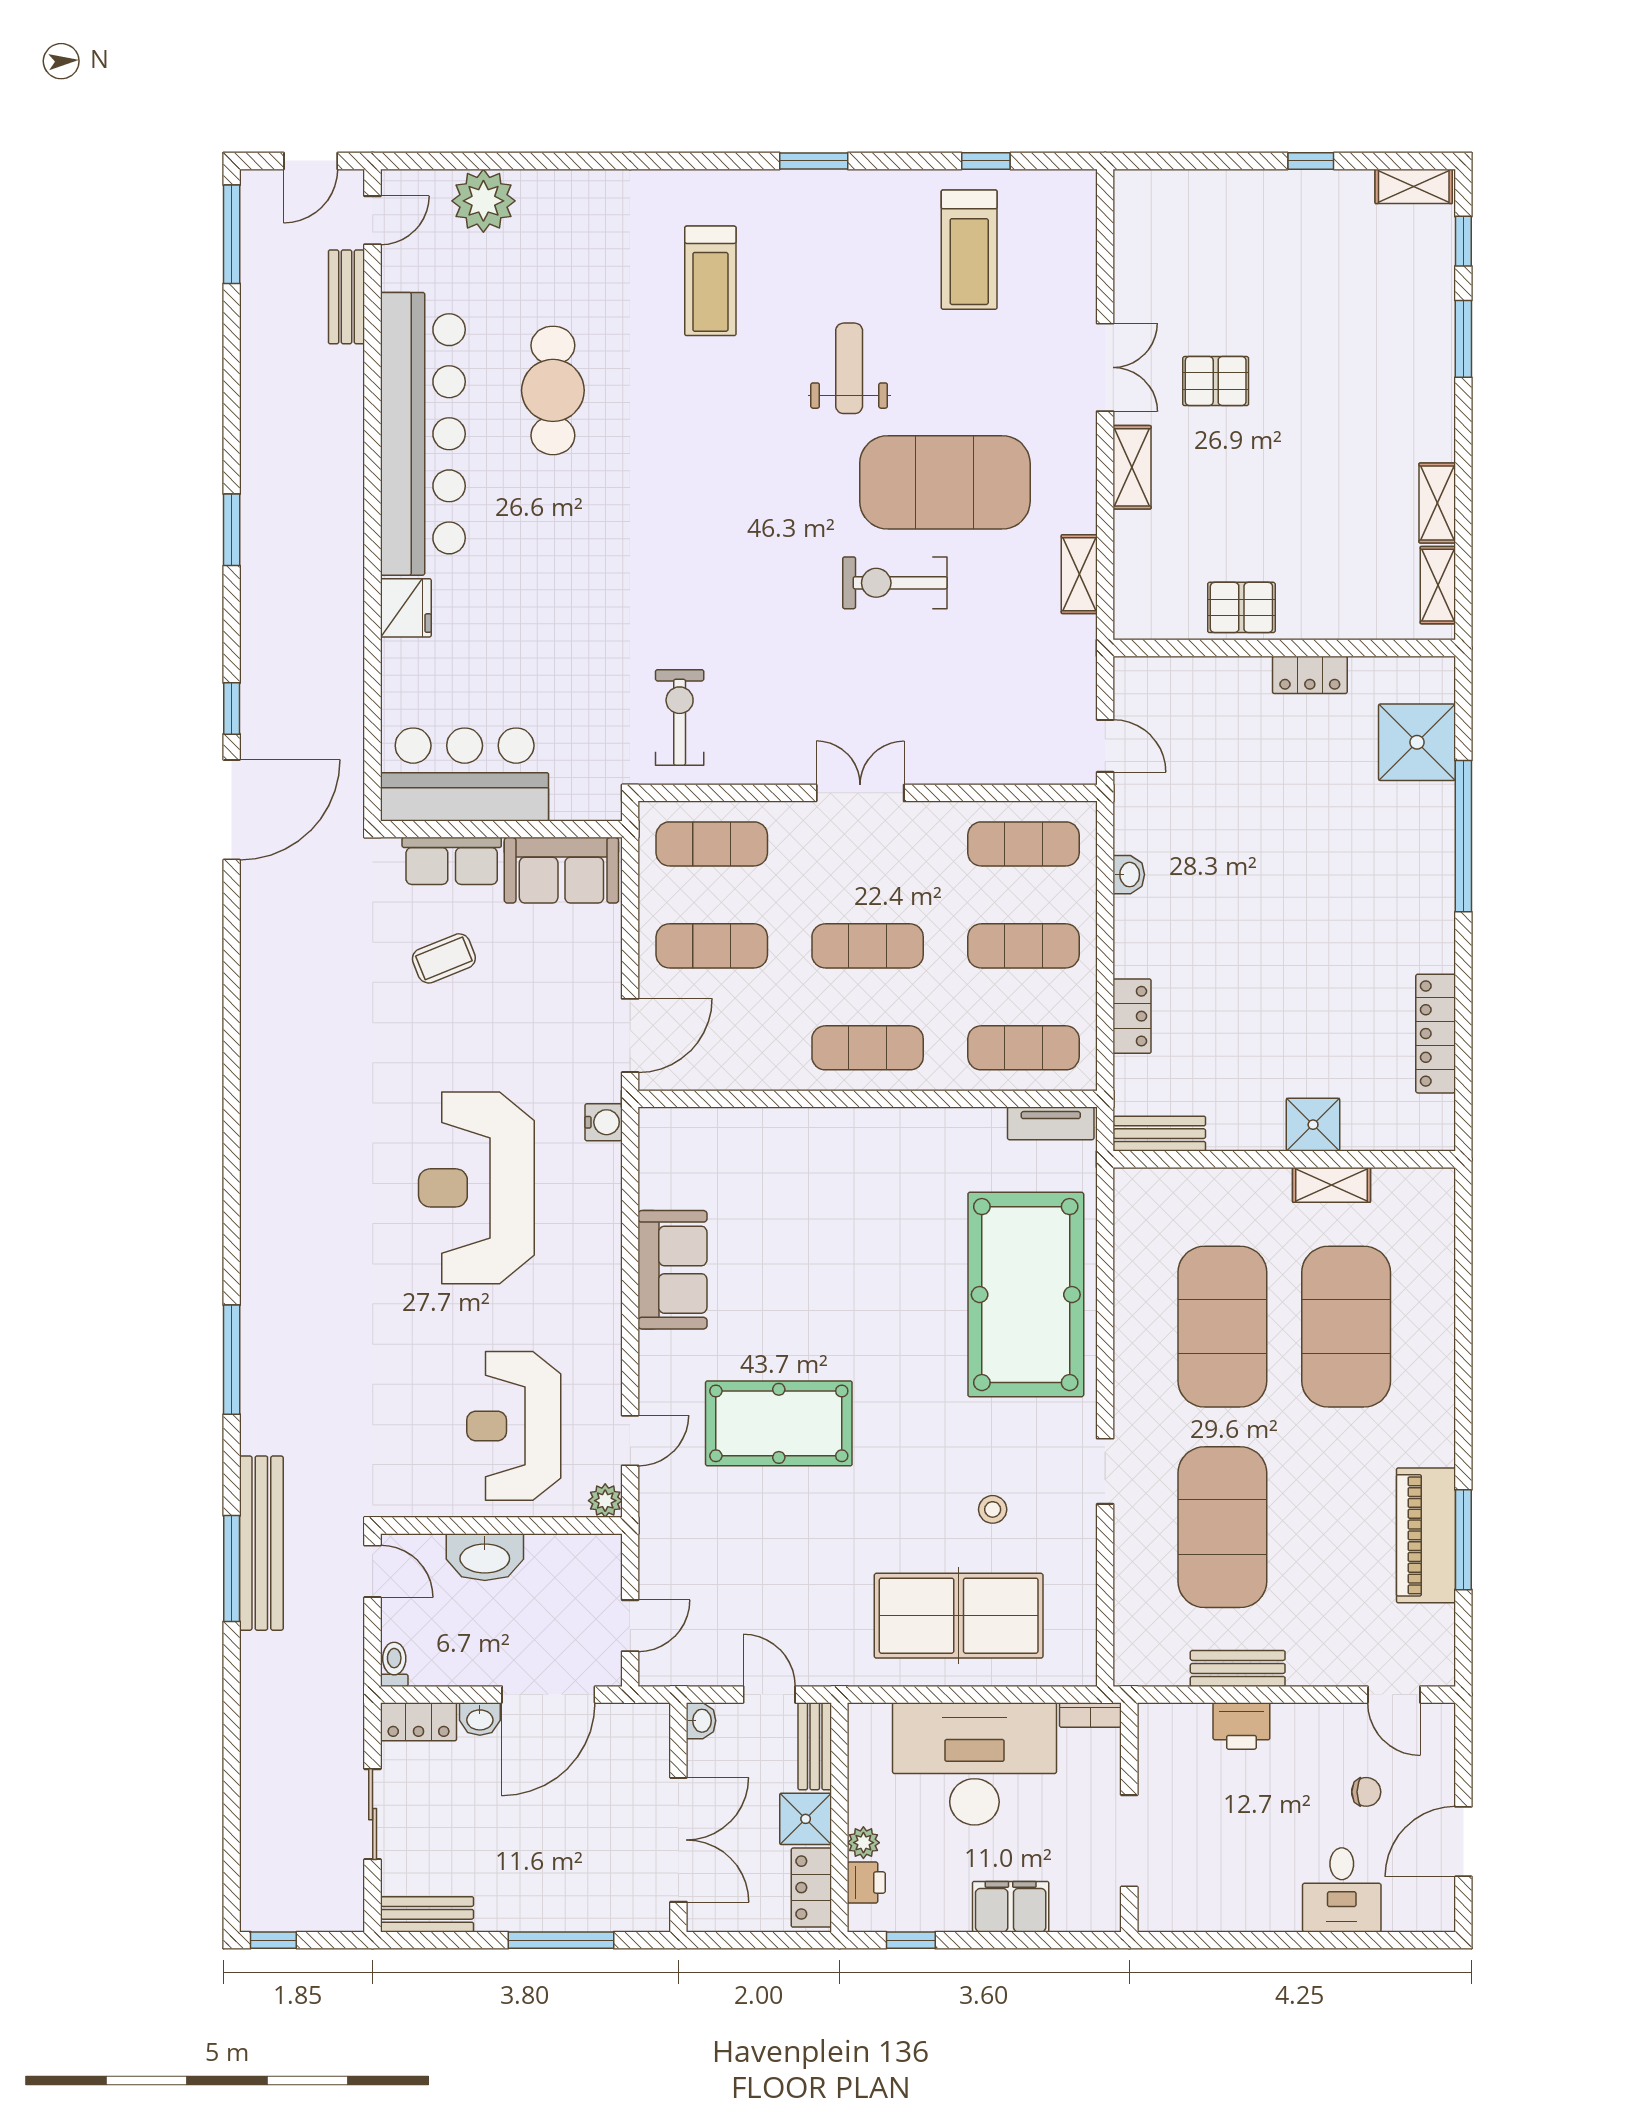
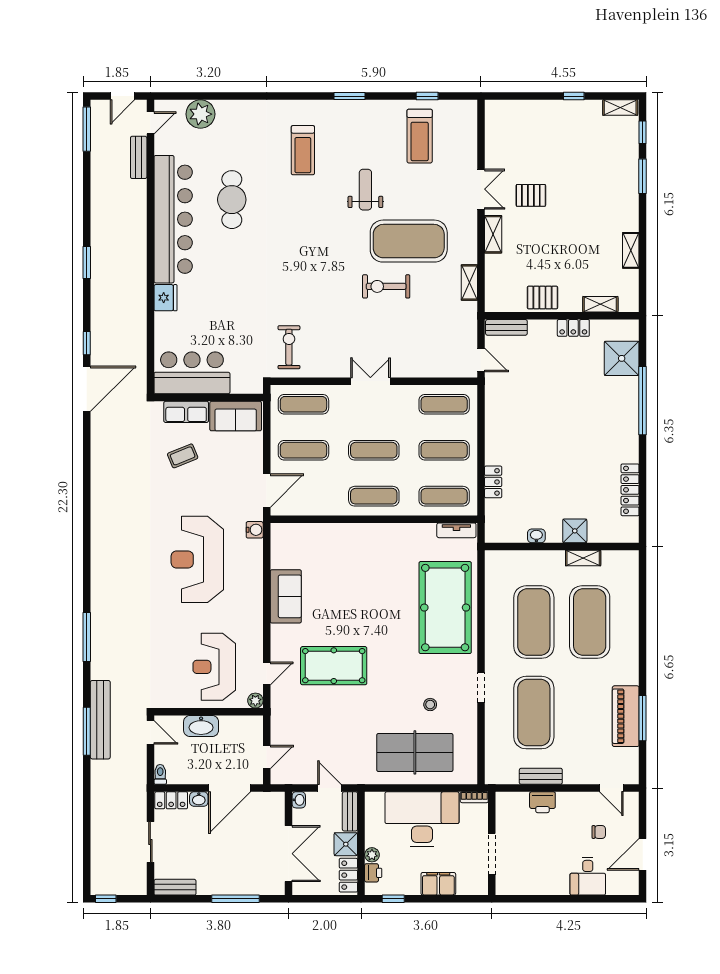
shelving: (1438, 585) -> (600, 304), moved, turned 90
washbasin: (1129, 875) -> (536, 536), moved, turned -90
bench: (1160, 1134) -> (506, 327), moved

